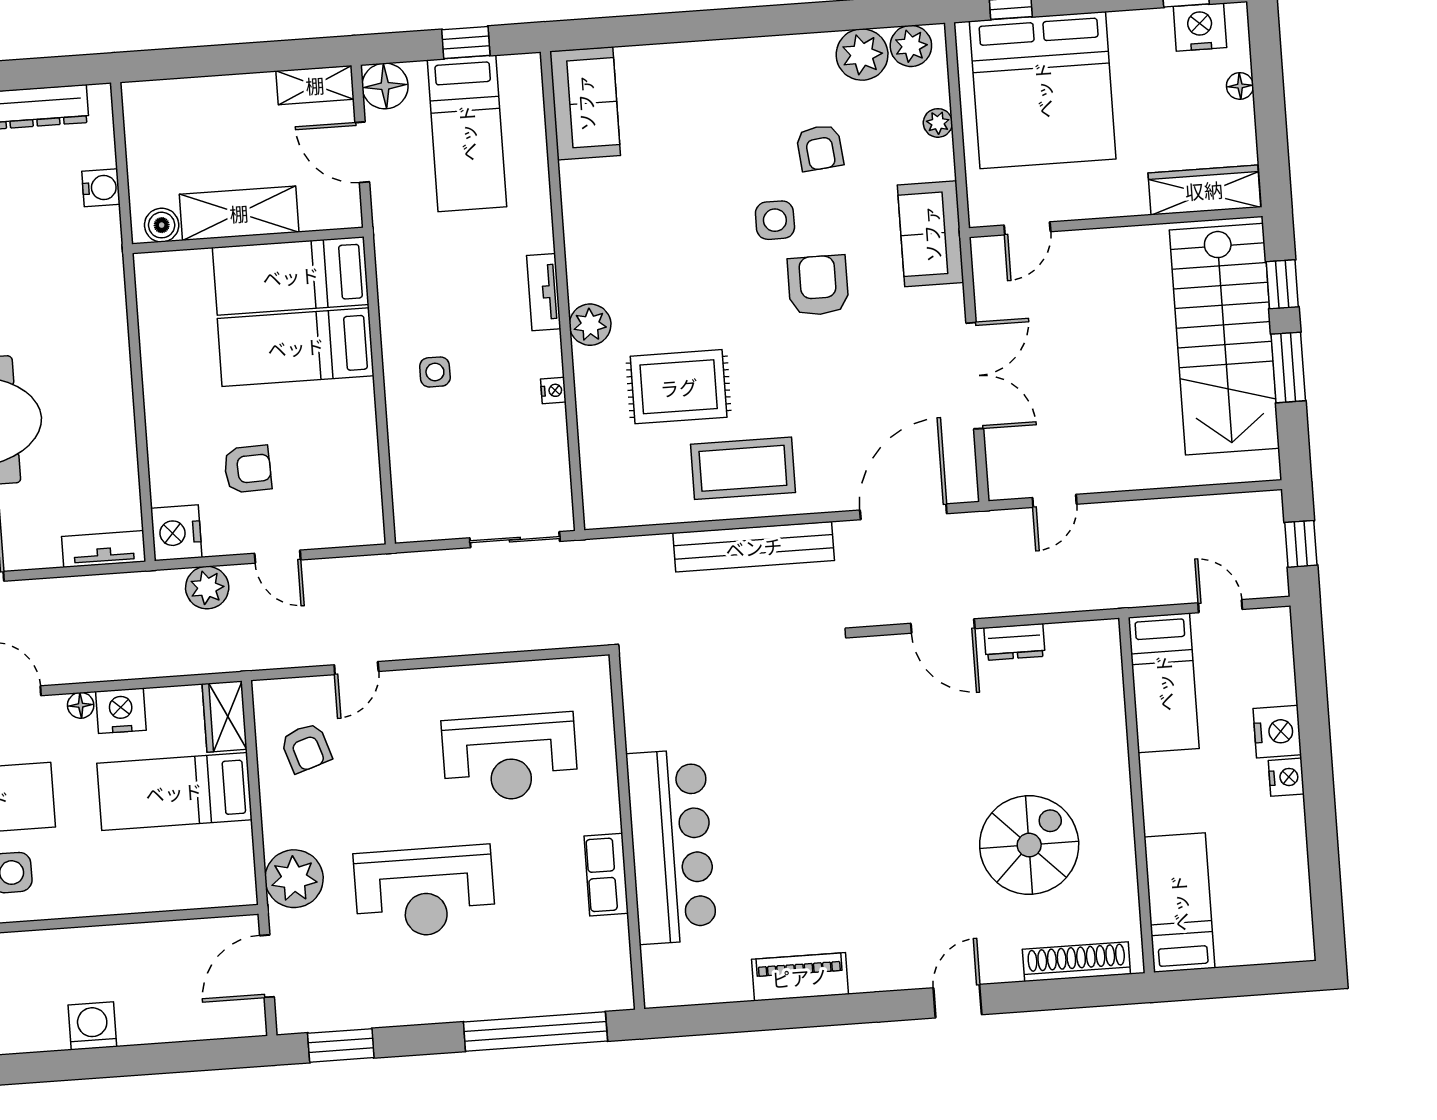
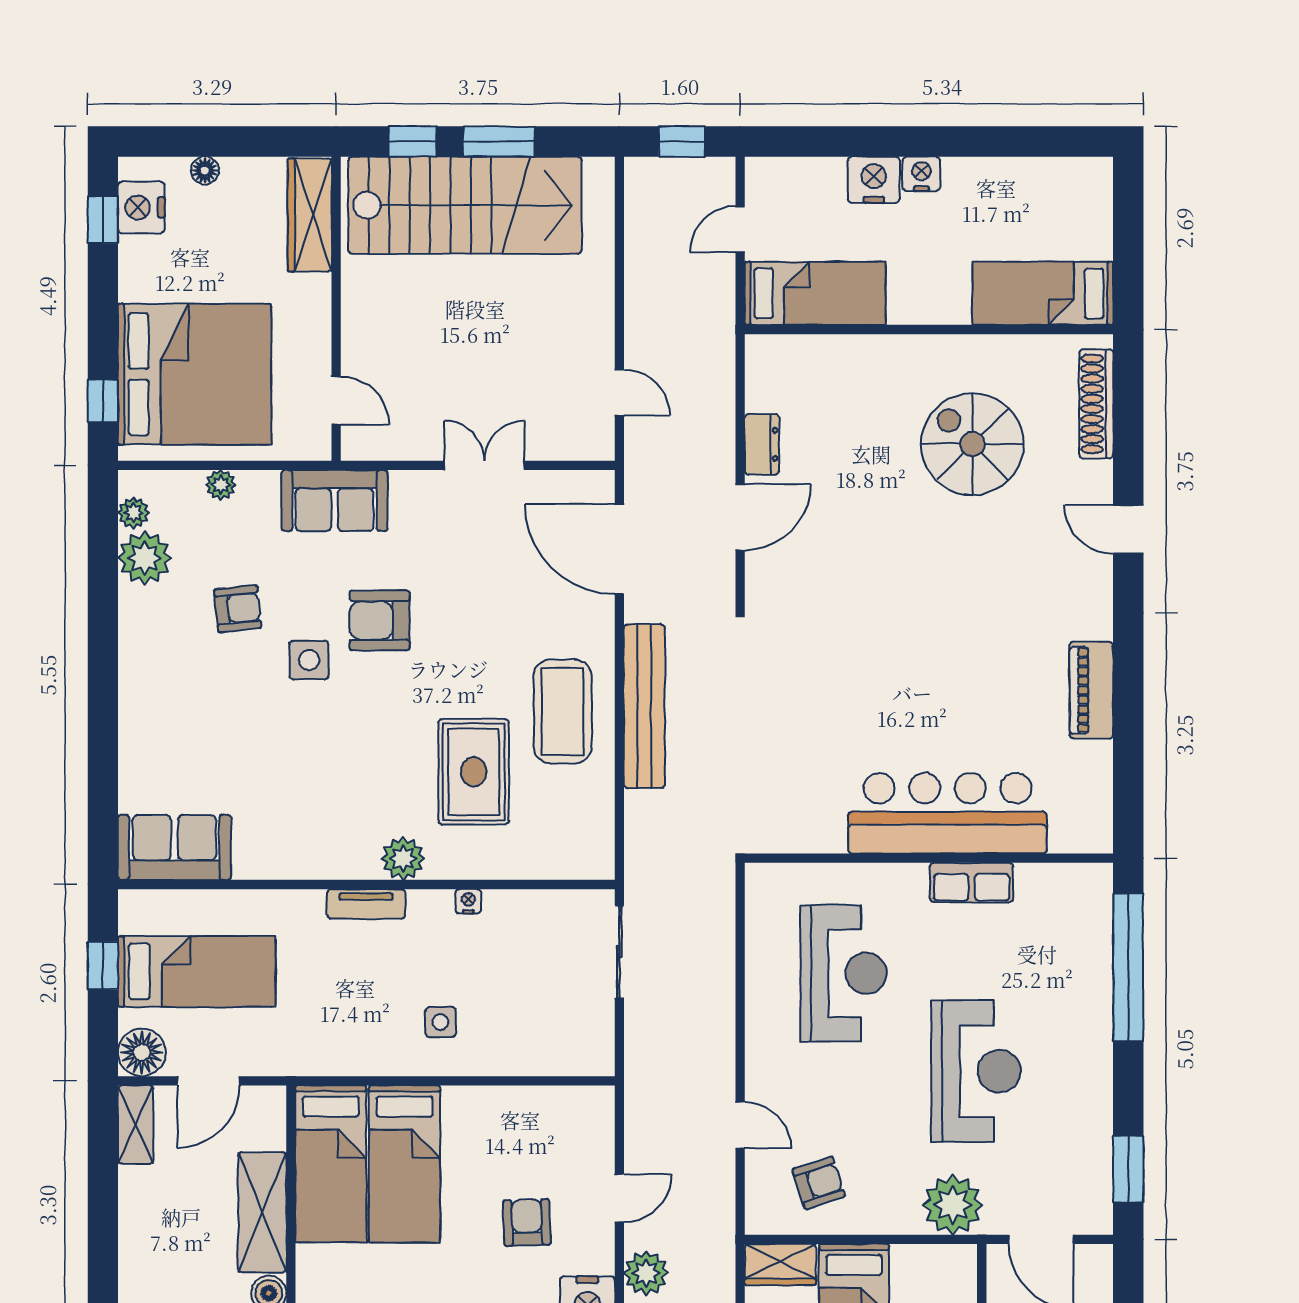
plant: (911, 46) -> (134, 513), width x0.73, depth x0.73
double door: (975, 376) -> (484, 465), width x0.73

